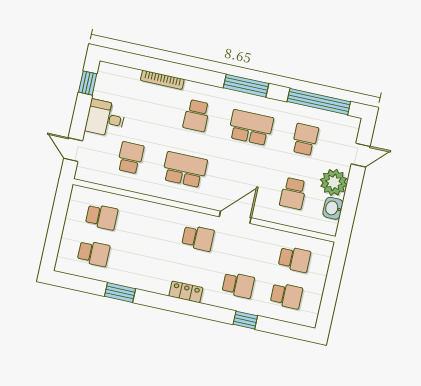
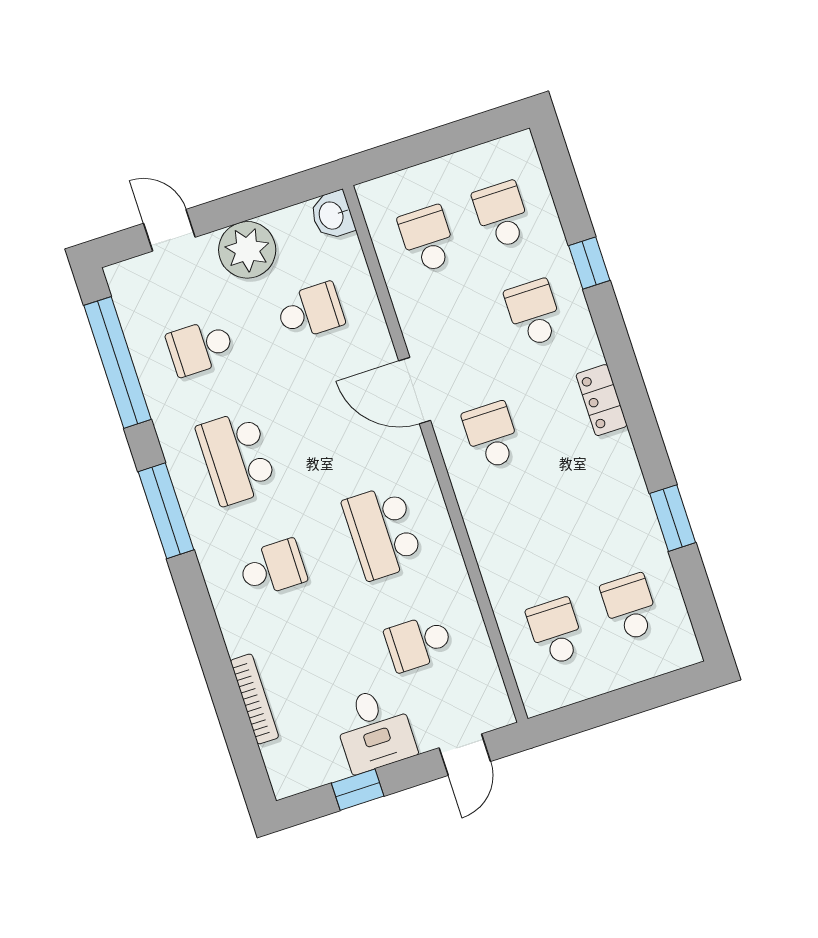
bookcase: (162, 80) -> (255, 699), moved
window: (88, 83) -> (358, 790), moved
washbasin: (333, 208) -> (332, 215), moved, turned 90

